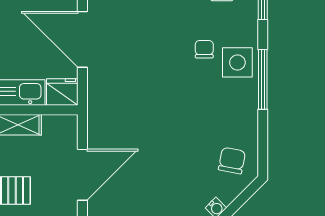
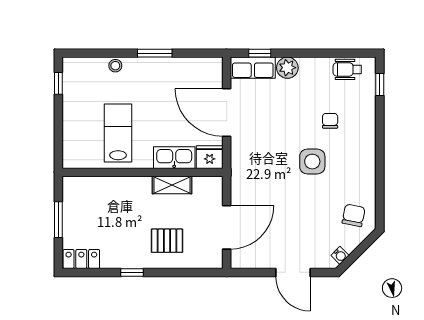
side table: (237, 62) -> (312, 162), moved
window: (263, 79) -> (380, 147), removed

